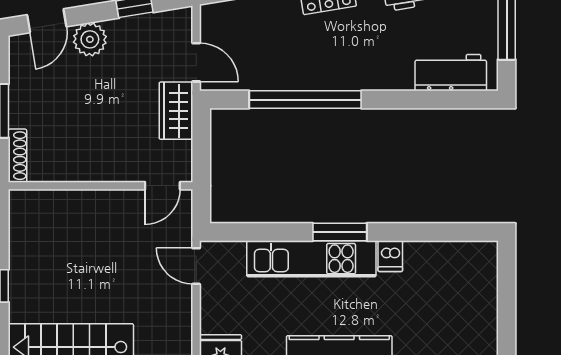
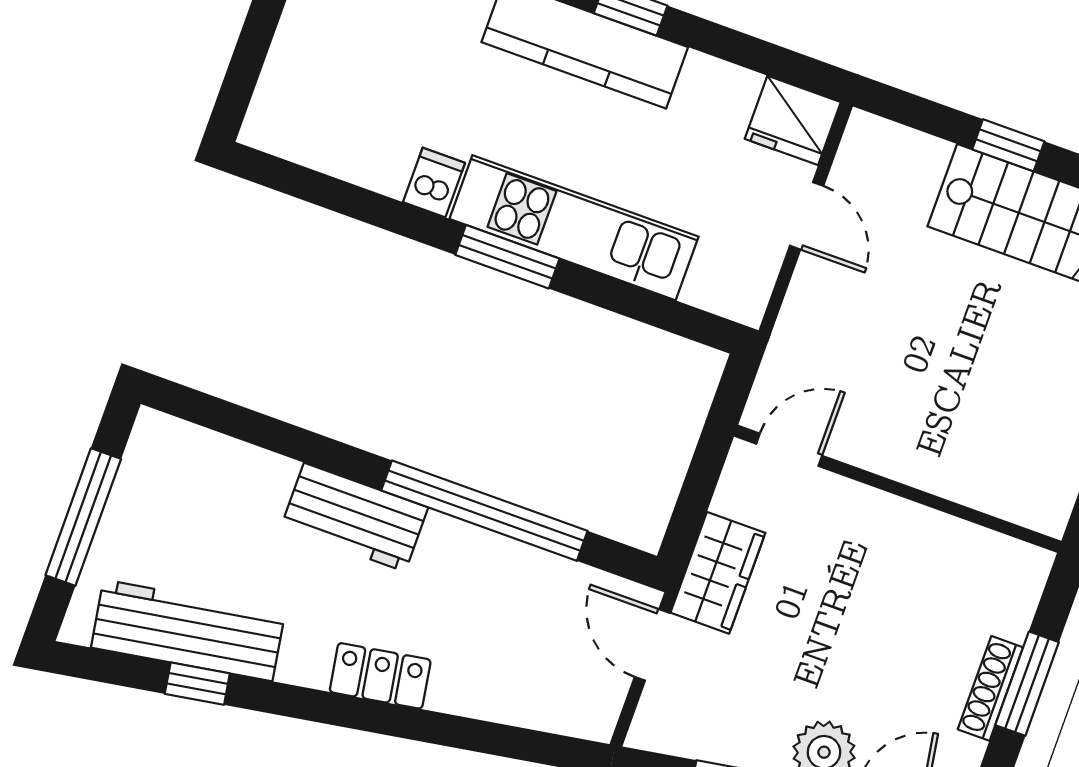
workbench: (451, 73) -> (355, 517), moved
shoe rack: (17, 156) -> (990, 688), moved
door: (196, 266) -> (807, 216), moved

